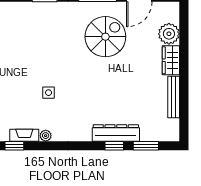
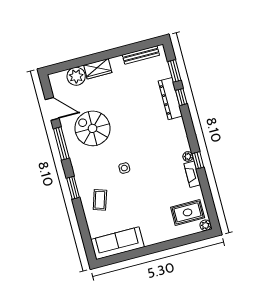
coffee table: (23, 24) -> (100, 200), added
side table: (49, 93) -> (124, 168), moved
bench: (174, 97) -> (141, 55), moved
window: (14, 146) -> (198, 160), moved

